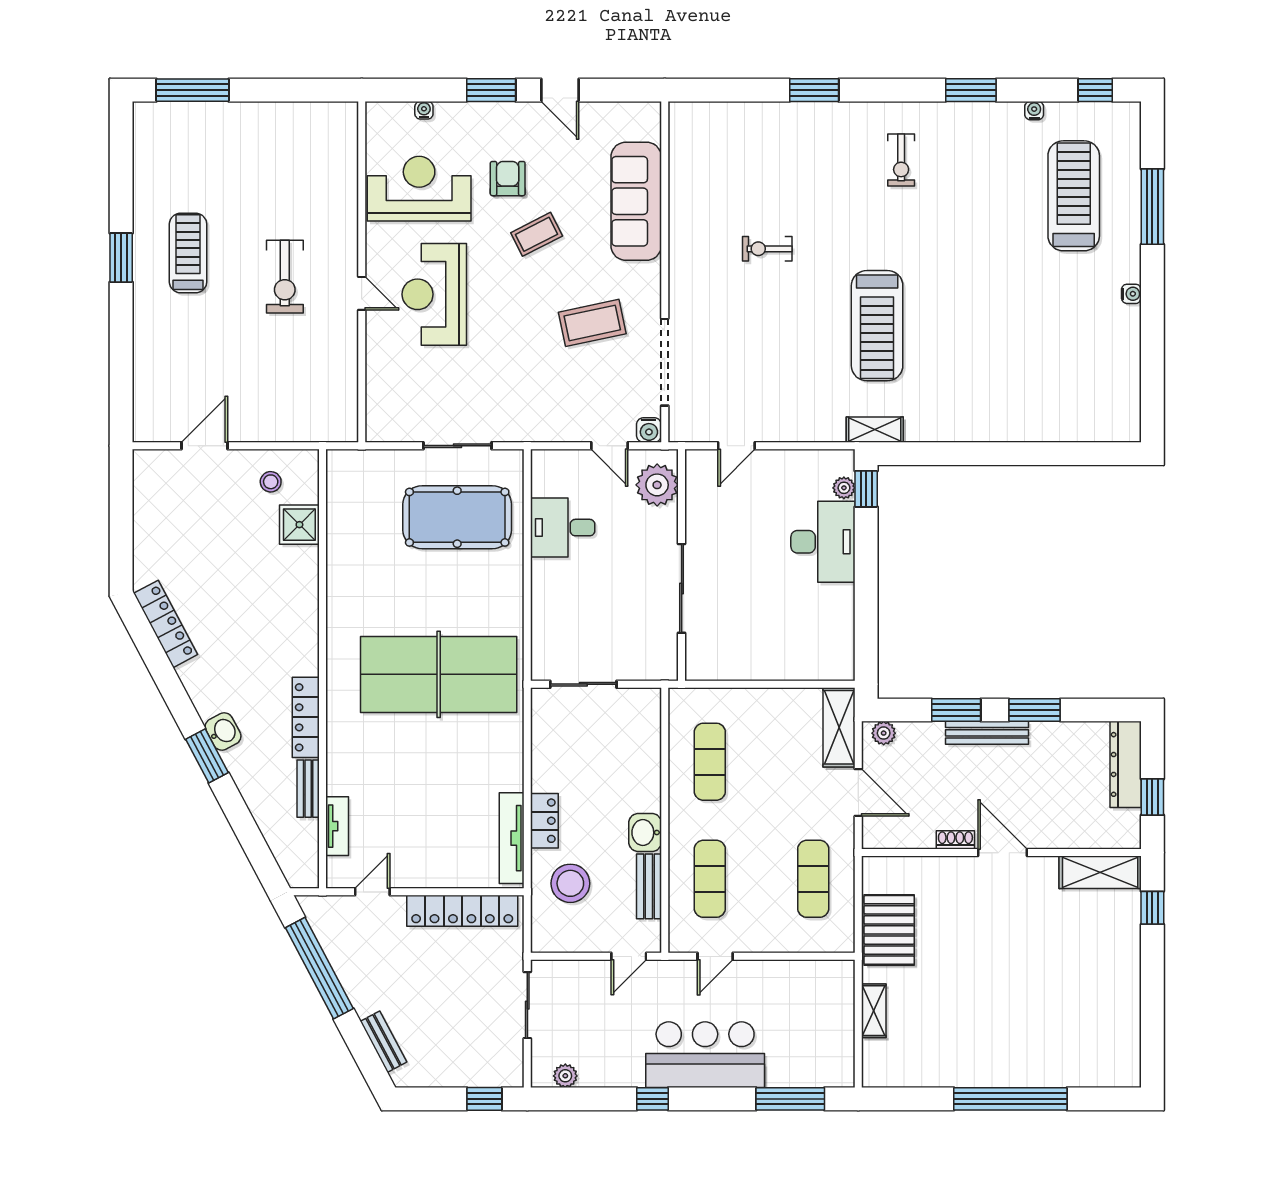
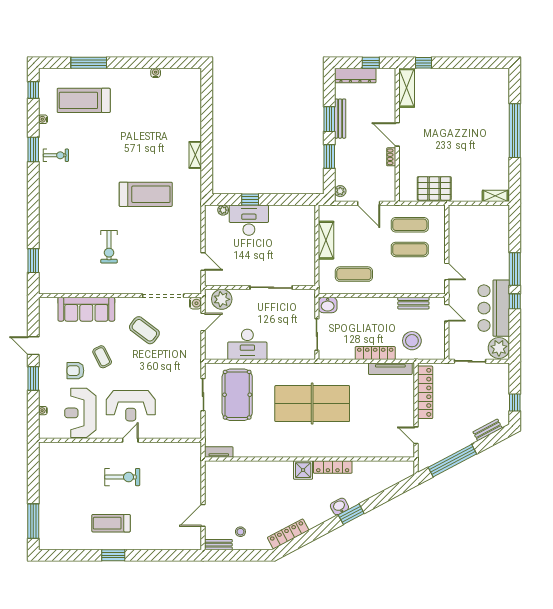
door: (560, 90) -> (33, 346), swing flipped
window: (814, 90) -> (33, 261), moved
exercise bike: (901, 160) -> (56, 155), moved
exercise bike: (767, 249) -> (109, 247), width x1.38, depth x1.39
water cooler: (1131, 294) -> (156, 73), moved
coffee table: (592, 323) -> (144, 330), turned -41
shelving: (875, 430) -> (195, 155), moved
door: (205, 446) -> (203, 515), hinge flipped
stool: (271, 482) -> (240, 532), moved
window: (866, 489) -> (250, 199), moved
shower: (299, 525) -> (303, 470), moved
desk: (563, 528) -> (247, 344), width x1.37
table tennis table: (439, 674) -> (312, 404), turned 90
shelving: (839, 727) -> (326, 240), moved, turned 90
bench: (987, 733) -> (340, 119), moved
bench: (308, 789) -> (218, 545), moved
door: (858, 793) -> (369, 203), swing flipped
locker: (544, 821) -> (375, 353), width x1.53
tv unit: (337, 826) -> (219, 452), moved
washbasin: (645, 833) -> (328, 305), moved
door: (1003, 853) -> (397, 134), hinge flipped
exercise mat: (710, 879) -> (410, 249), moved
shelving: (874, 1011) -> (495, 196), moved
bar counter: (705, 1055) -> (494, 308), moved
plant: (565, 1076) -> (499, 348), width x1.87, depth x1.87
window: (484, 1099) -> (515, 403), moved
window: (790, 1099) -> (515, 269), moved

